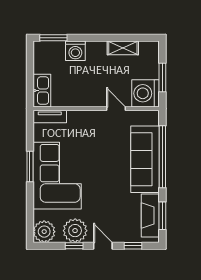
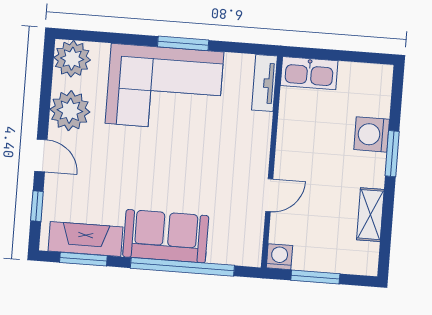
window: (53, 38) -> (392, 154), moved
washing machine: (146, 93) -> (279, 257), width x0.53, depth x0.53
sofa: (145, 159) -> (166, 236), width x0.73
window: (74, 246) -> (45, 107), removed
door: (103, 246) -> (41, 156), hinge flipped

